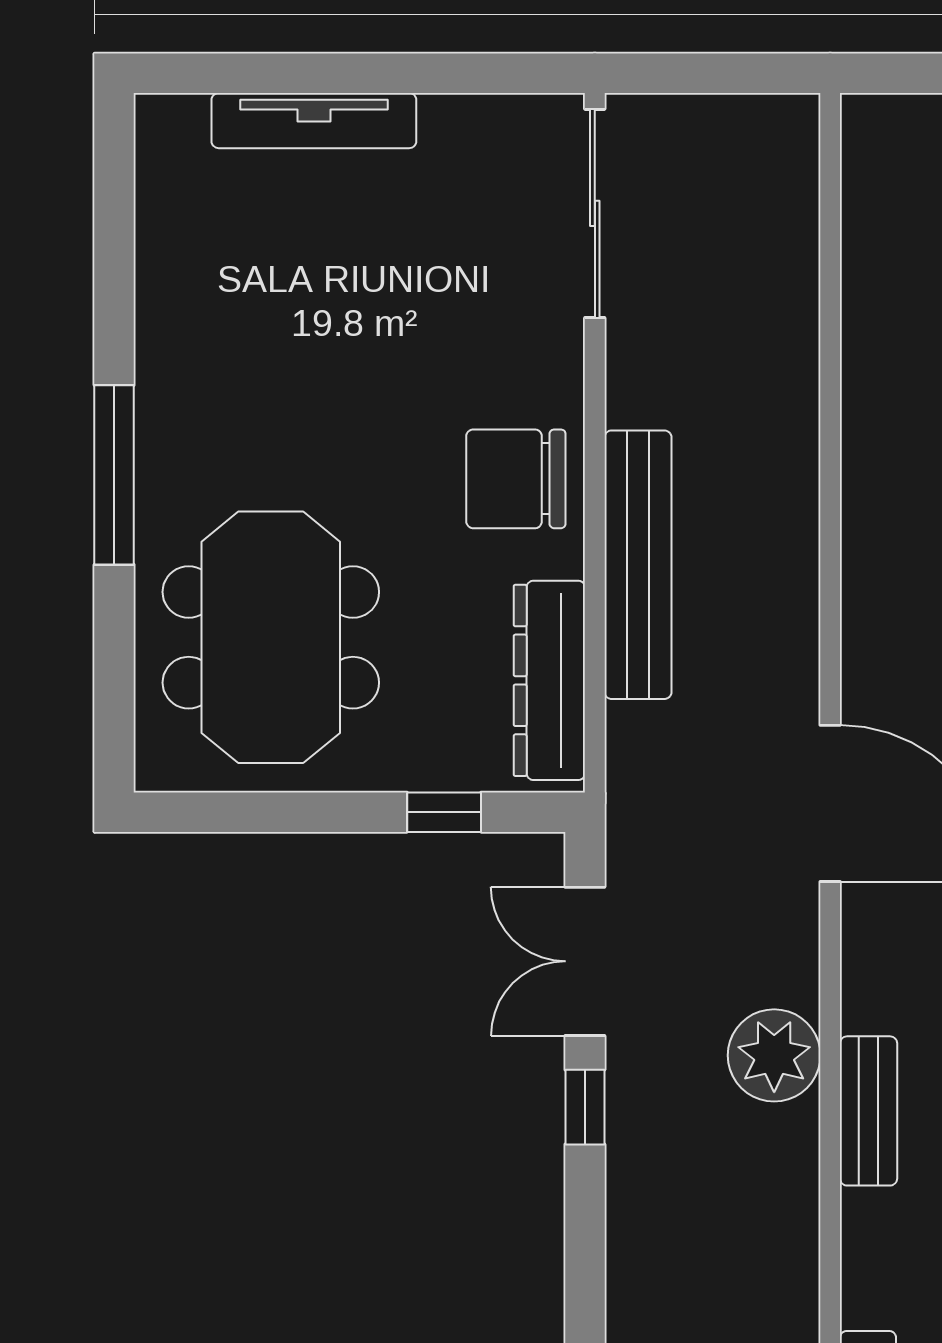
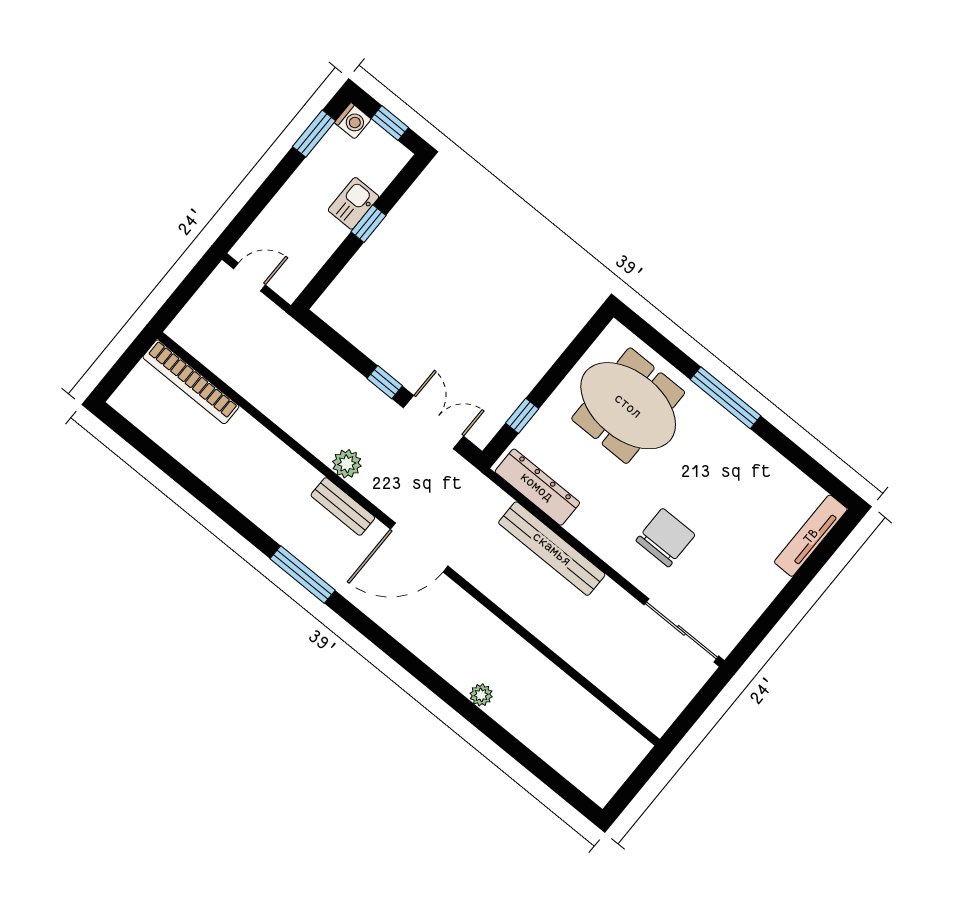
tv unit: (314, 121) -> (811, 536), moved
chair: (516, 479) -> (666, 538), moved
plant: (774, 1055) -> (347, 464), width x0.73, depth x0.73
bench: (869, 1111) -> (343, 506), moved

